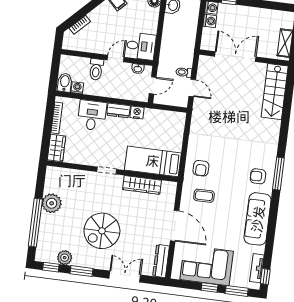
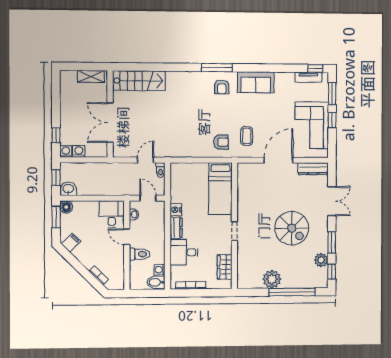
toilet: (184, 72) -> (160, 170), moved
wardrobe: (57, 148) -> (225, 267), moved, turned -90
wardrobe: (142, 185) -> (244, 196), removed
sofa: (258, 219) -> (256, 82), width x0.73
double door: (125, 277) -> (332, 201), swing flipped

